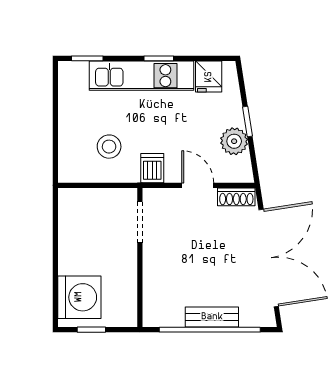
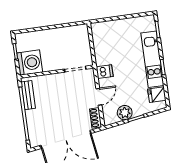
stool: (109, 147) -> (113, 47), removed
washing machine: (79, 297) -> (30, 63), moved, turned -90
bench: (212, 317) -> (28, 95), moved

